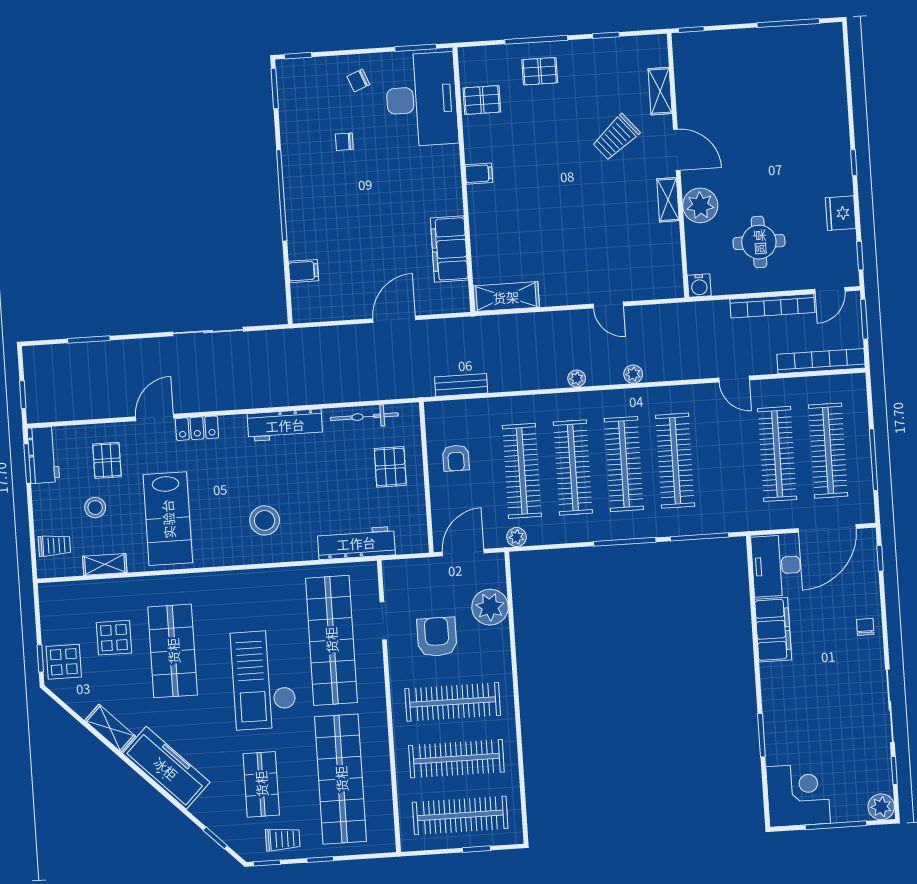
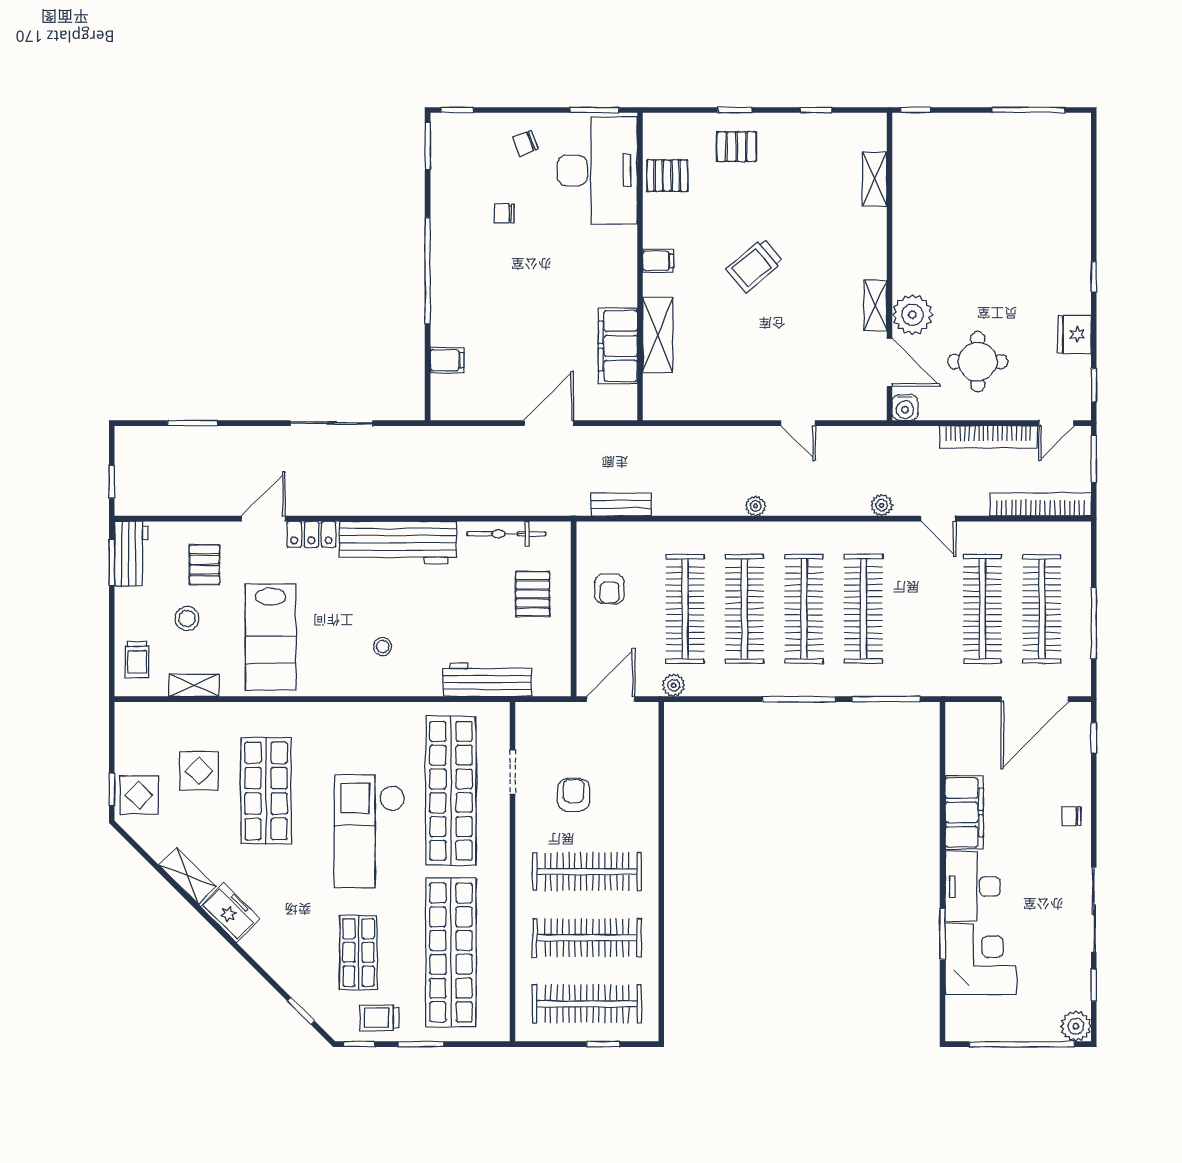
window: (536, 40) -> (735, 110), width x0.46
trolley: (616, 137) -> (754, 266), moved
door: (677, 150) -> (889, 362), moved
shelving: (506, 297) -> (658, 335), moved, turned 90
plant: (633, 374) -> (882, 505), moved
workbench: (285, 425) -> (398, 543), width x1.36, depth x1.32
stool: (265, 520) -> (383, 647), width x0.53, depth x0.53
trolley: (54, 546) -> (137, 659), turned 90
desk: (776, 566) -> (973, 886), moved
plant: (490, 607) -> (638, 764), removed
chair: (865, 627) -> (1071, 816), turned -90
armchair: (437, 637) -> (574, 795), width x0.72, depth x0.72
freezer: (166, 768) -> (230, 912), width x0.52, depth x0.79
corner desk: (798, 795) -> (981, 959), moved
window: (836, 825) -> (1022, 1044), width x1.46
trolley: (283, 839) -> (379, 1018), turned 180
window: (320, 859) -> (421, 1044), width x1.50

